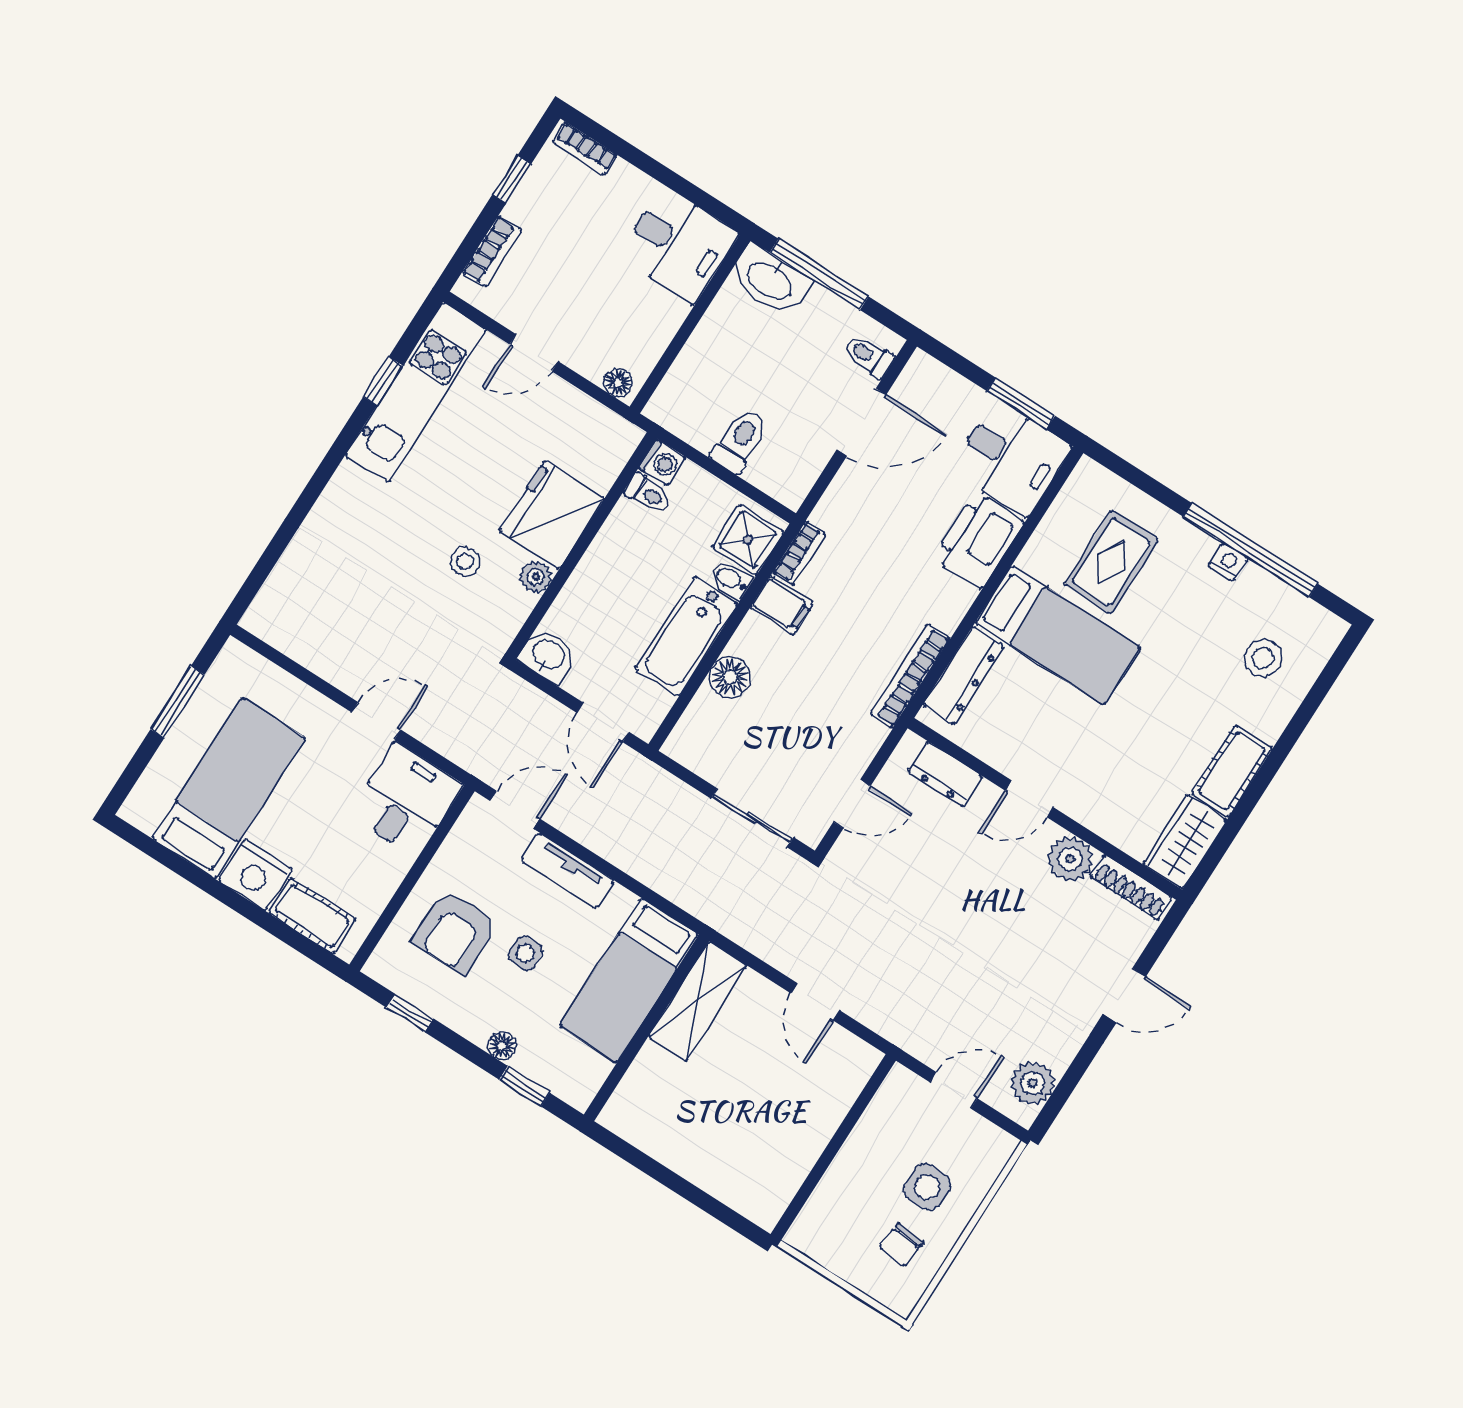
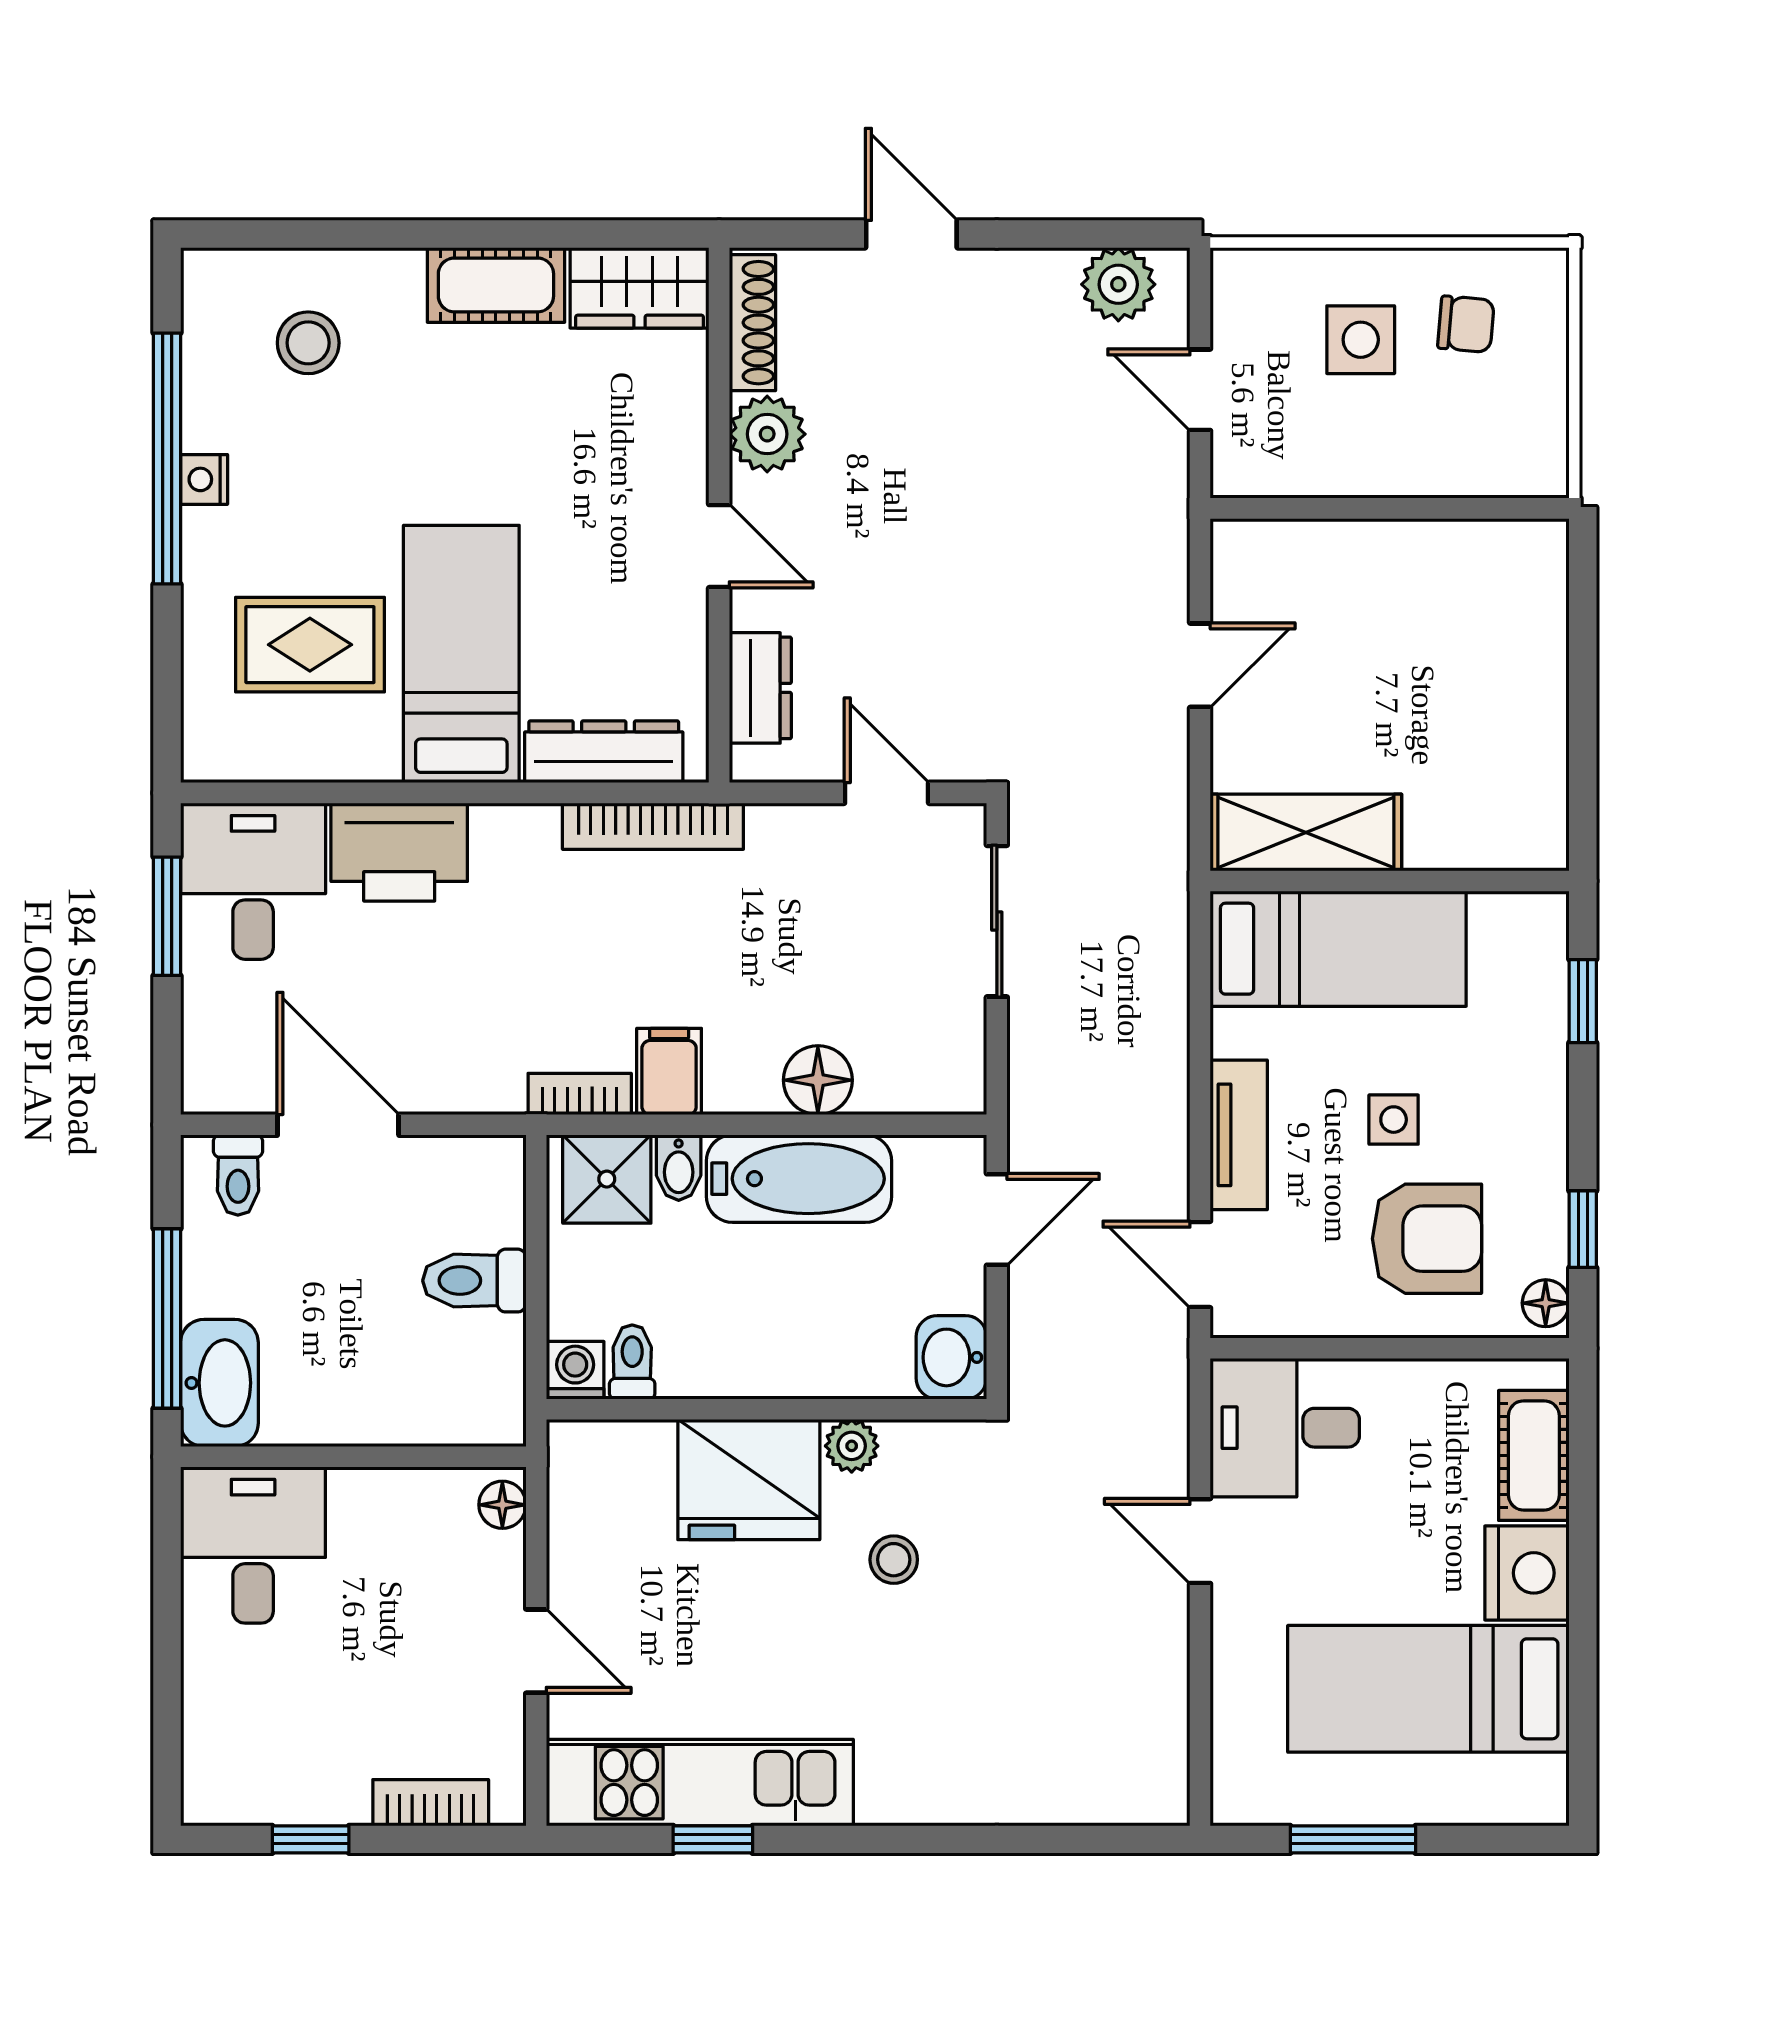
bookcase: (585, 149) -> (201, 1764), removed
floor lamp: (502, 1046) -> (1546, 1303), moved

